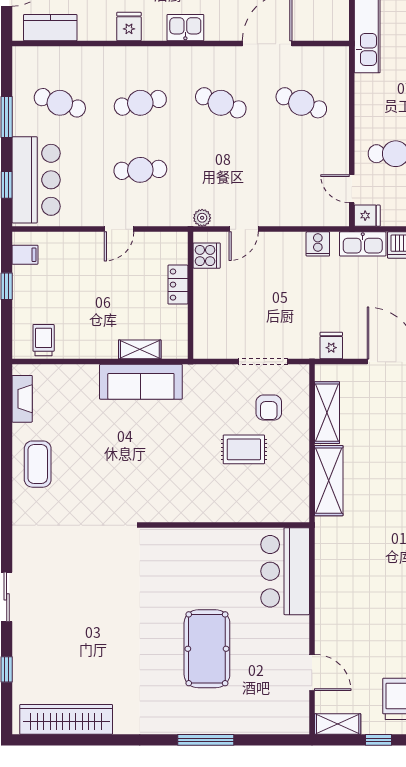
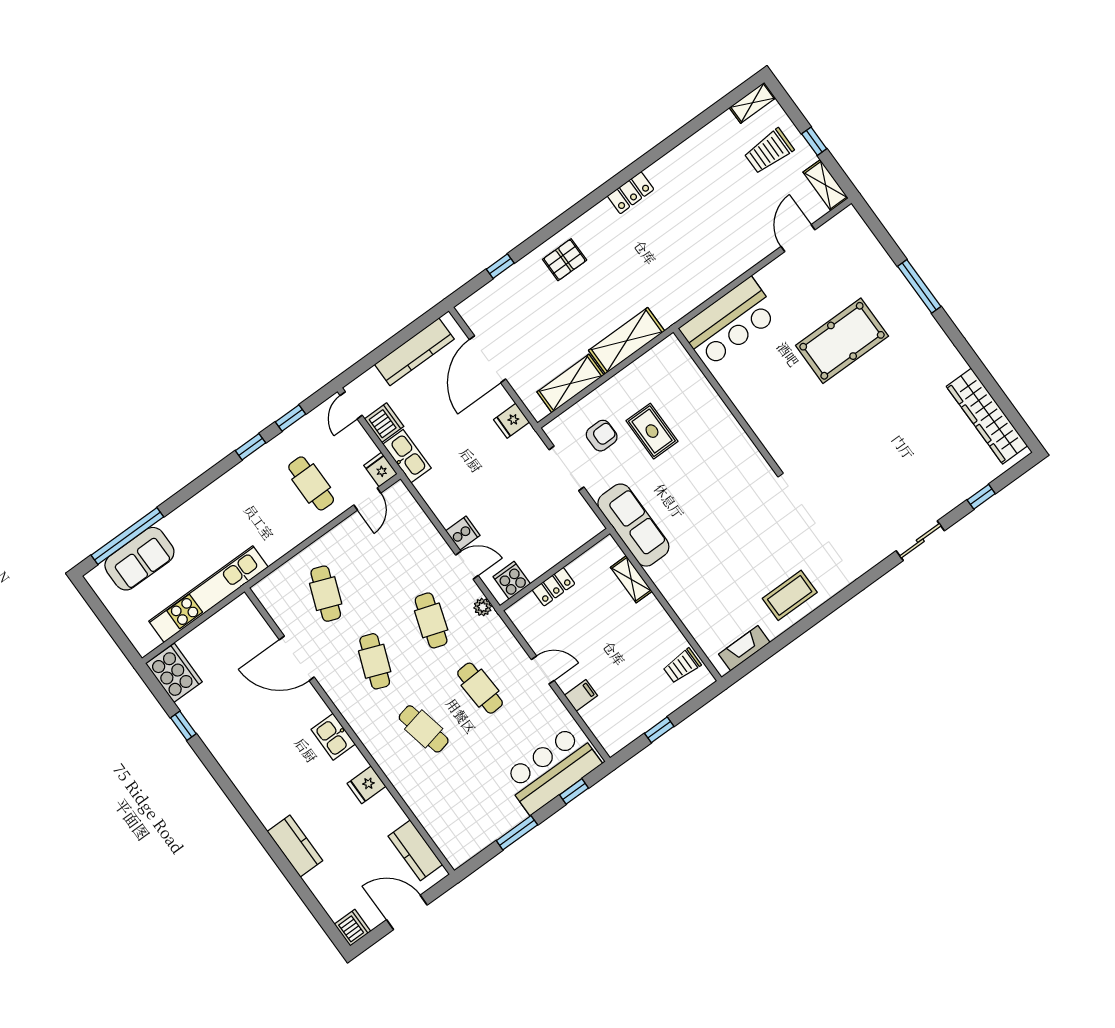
cafe table: (60, 103) -> (431, 620), moved
cooker: (318, 244) -> (463, 533), moved
filing cabinet: (25, 255) -> (581, 695), moved, turned 90
sofa: (141, 382) -> (633, 525), moved

